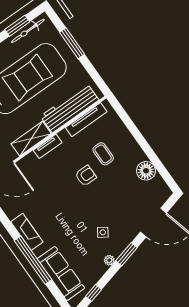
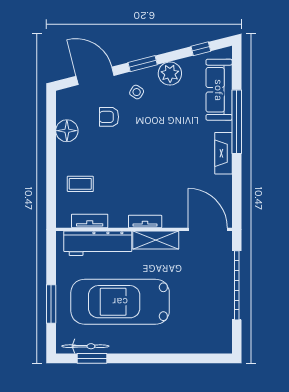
tv unit: (86, 120) -> (90, 221), width x0.71
coffee table: (103, 154) -> (80, 184), moved, turned 90
armchair: (86, 176) -> (109, 117), moved
side table: (103, 232) -> (137, 92), moved
plant: (109, 260) -> (170, 74), width x1.87, depth x1.87

